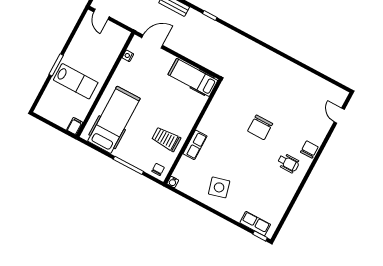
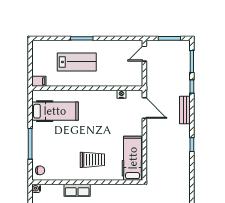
lab bench: (76, 81) -> (77, 62), turned -90
hospital bed: (114, 120) -> (55, 111), width x0.73, depth x0.78
trolley: (166, 139) -> (92, 160), moved, turned 90

